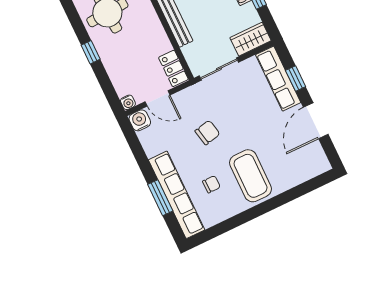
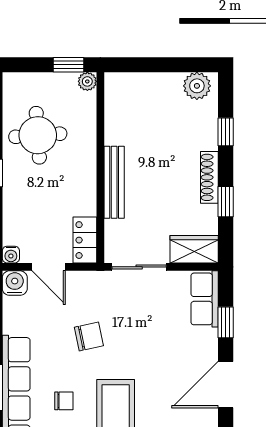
row of seats: (278, 79) -> (205, 299), width x0.68

